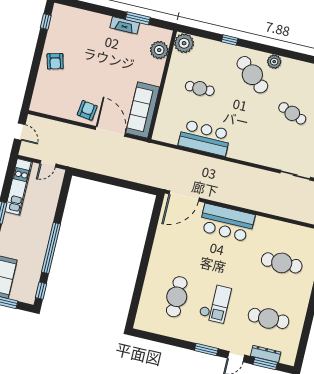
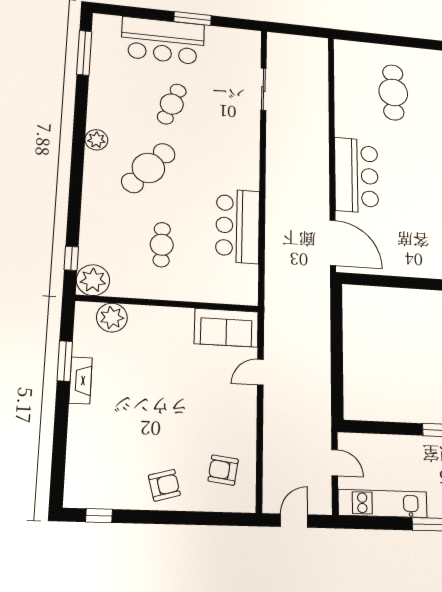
window: (230, 40) -> (71, 258), moved
cafe table: (252, 75) -> (148, 168), moved
armchair: (87, 110) -> (223, 470), moved
sofa: (143, 110) -> (226, 328), width x0.73
door: (110, 131) -> (260, 372), width x0.53

